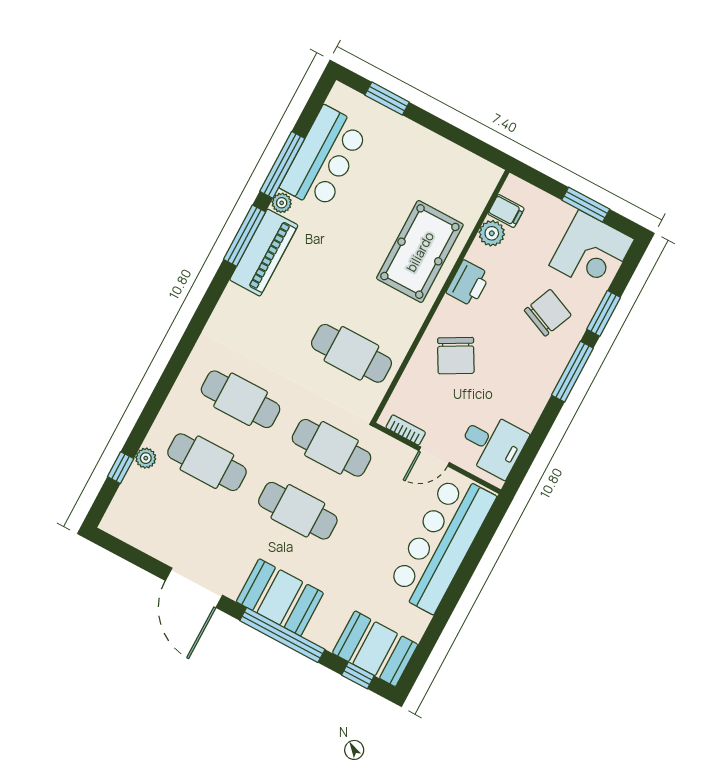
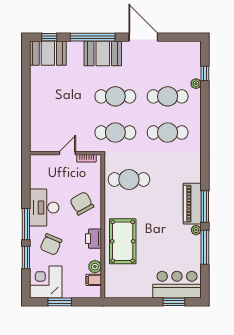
bar counter: (324, 158) -> (177, 285), moved, turned 90
desk: (493, 444) -> (44, 208), moved, width x1.37
bar counter: (441, 543) -> (44, 116), removed

